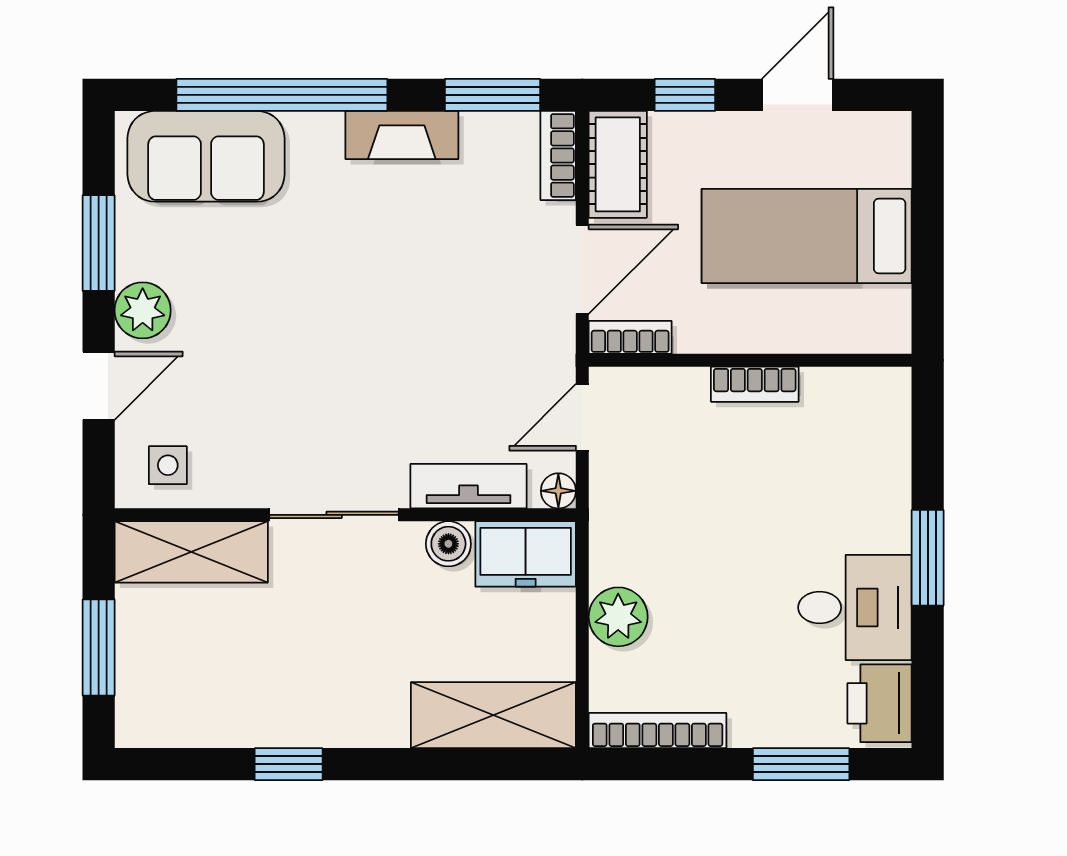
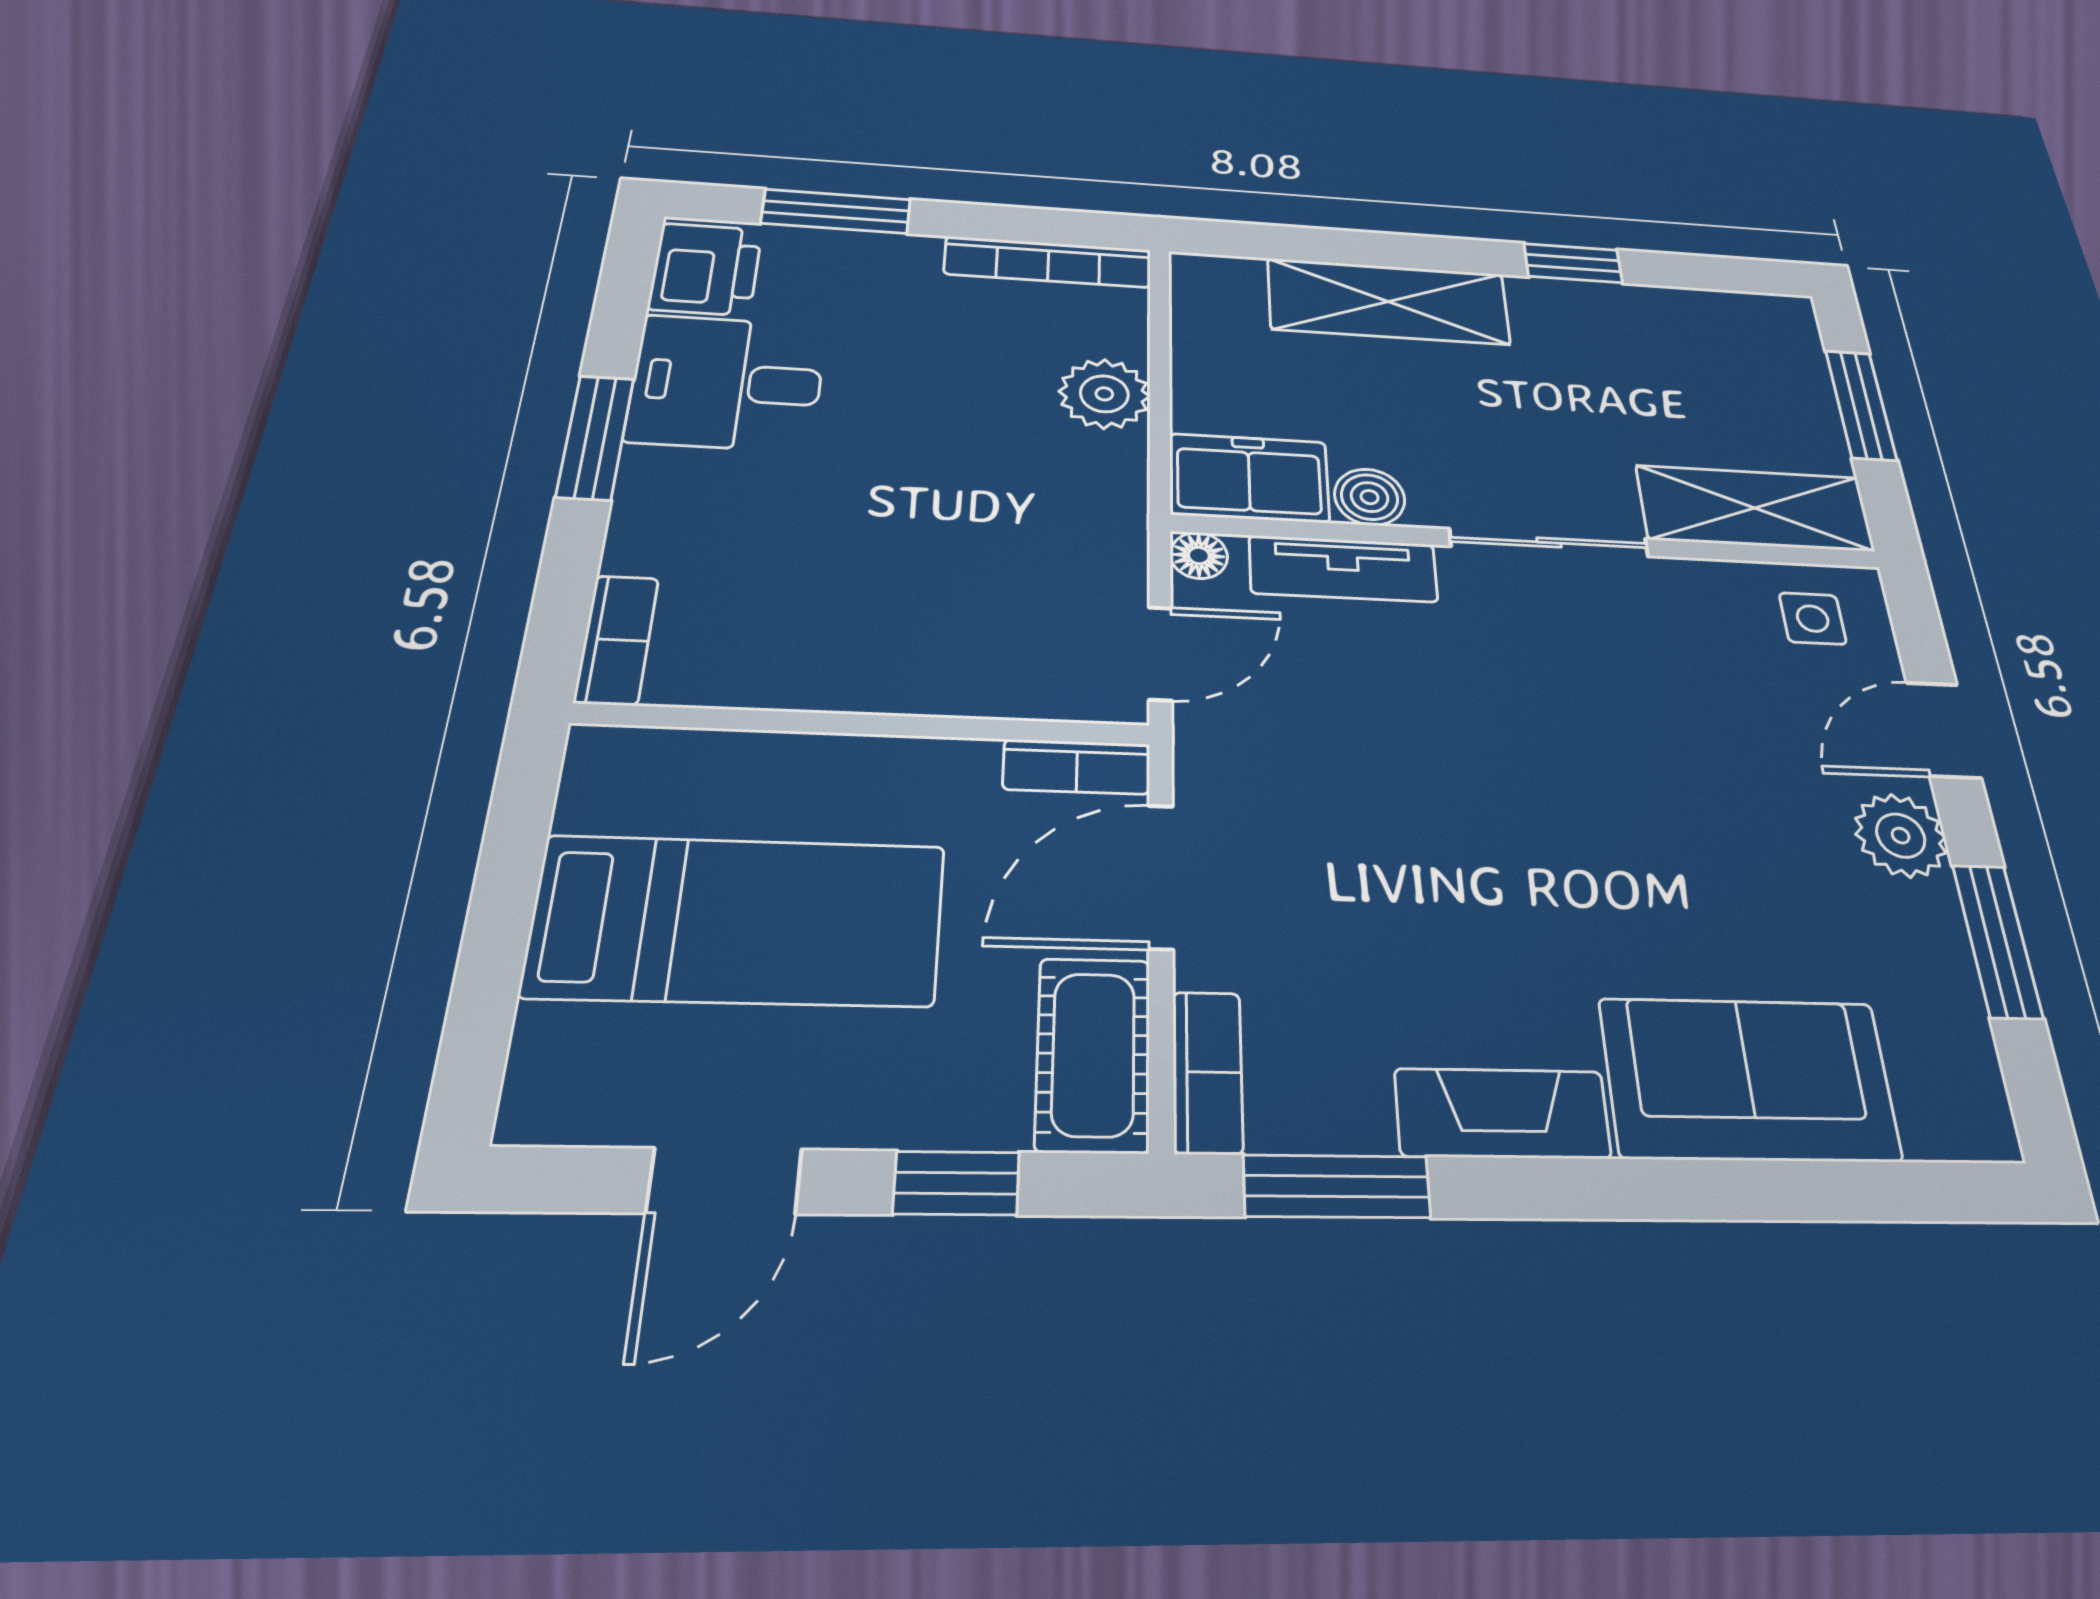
window: (282, 95) -> (1733, 1190), removed
sofa: (206, 156) -> (1749, 1079), moved
bookcase: (755, 384) -> (616, 640), moved, turned 90
shelving: (493, 715) -> (1388, 301), moved

